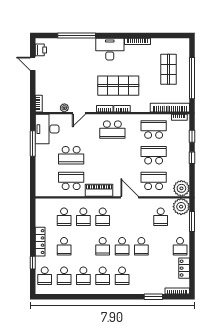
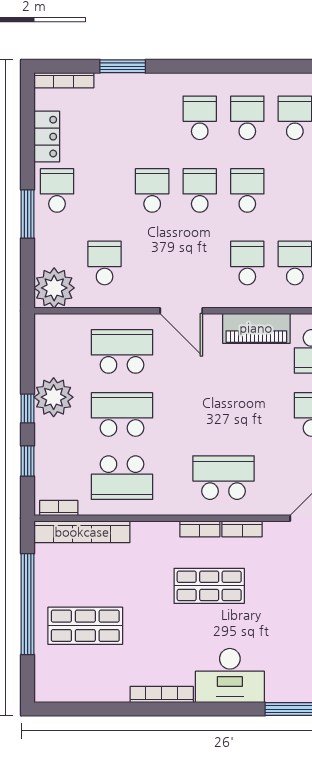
shop shelf: (169, 69) -> (85, 626), turned 90
shop shelf: (118, 86) -> (209, 586), width x0.70, depth x0.74
school desk: (154, 155) -> (122, 415), turned 180
school desk: (154, 181) -> (122, 351), turned 180
plant: (181, 188) -> (54, 397), moved
window: (192, 222) -> (28, 214), moved

